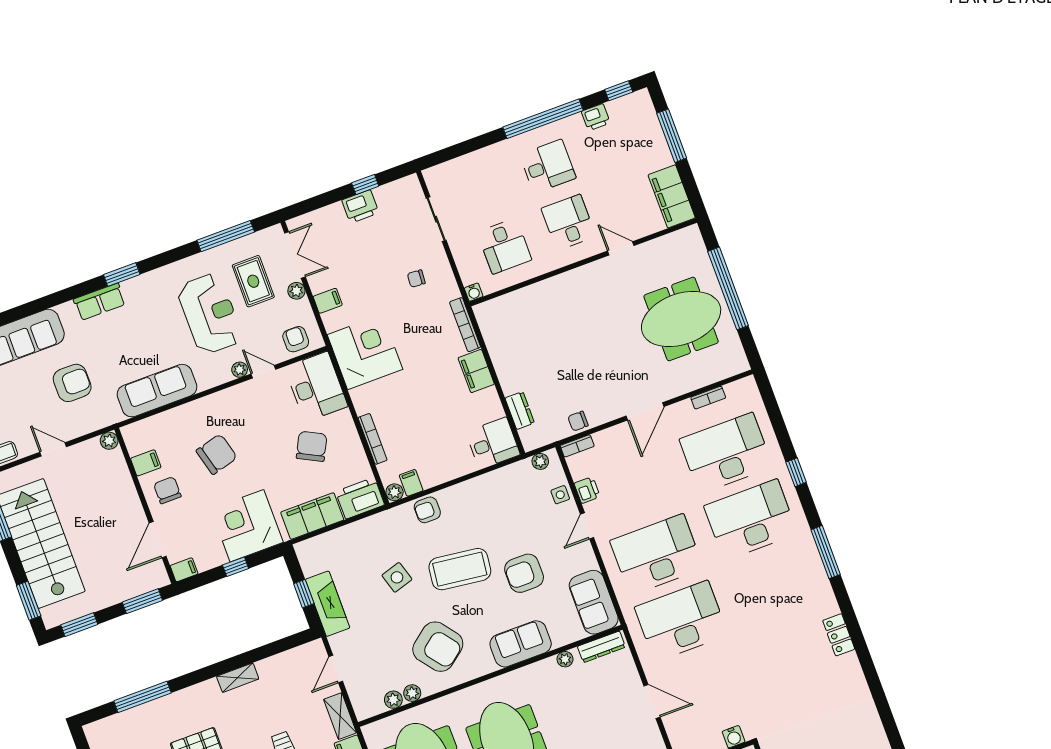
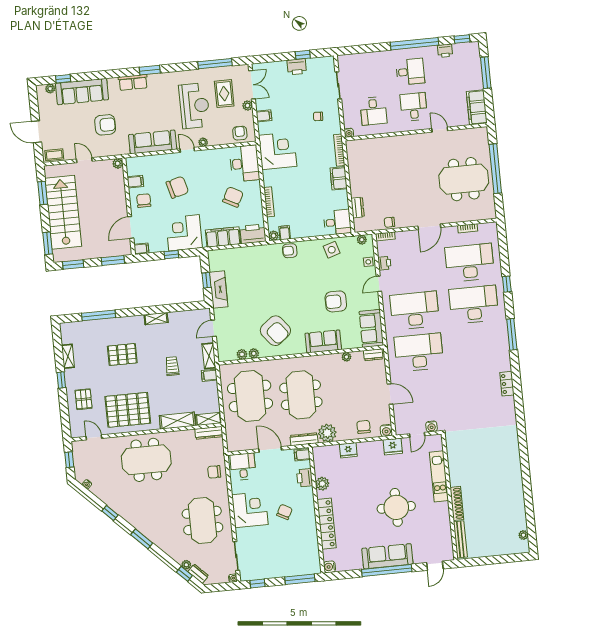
door: (263, 372) -> (187, 150), moved
coffee table: (460, 569) -> (300, 289), removed
side table: (397, 577) -> (332, 250), moved
dresser: (601, 647) -> (373, 355), width x0.70

